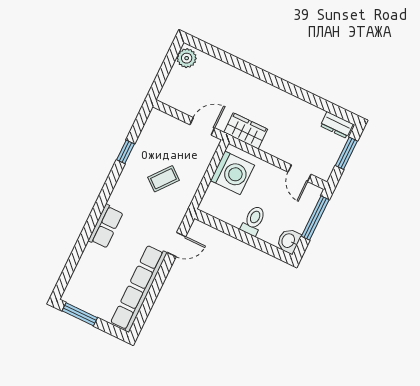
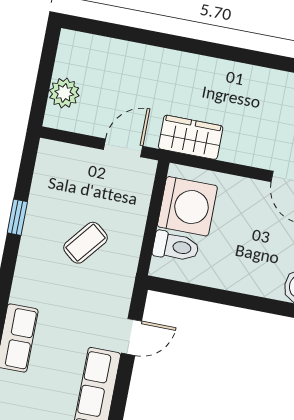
plant: (187, 58) -> (64, 93), moved
toilet: (253, 221) -> (176, 246), moved, turned 90

